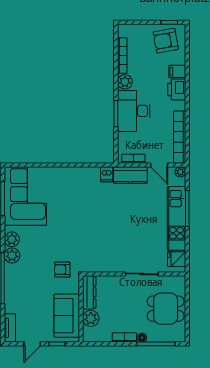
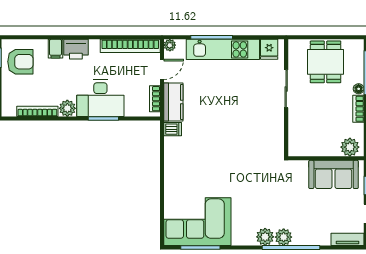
armchair: (166, 41) -> (20, 62), turned -80
plant: (12, 239) -> (284, 237), moved
armchair: (62, 270) -> (281, 180), removed
dresser: (89, 292) -> (307, 149), removed
plant: (91, 318) -> (350, 147), moved

